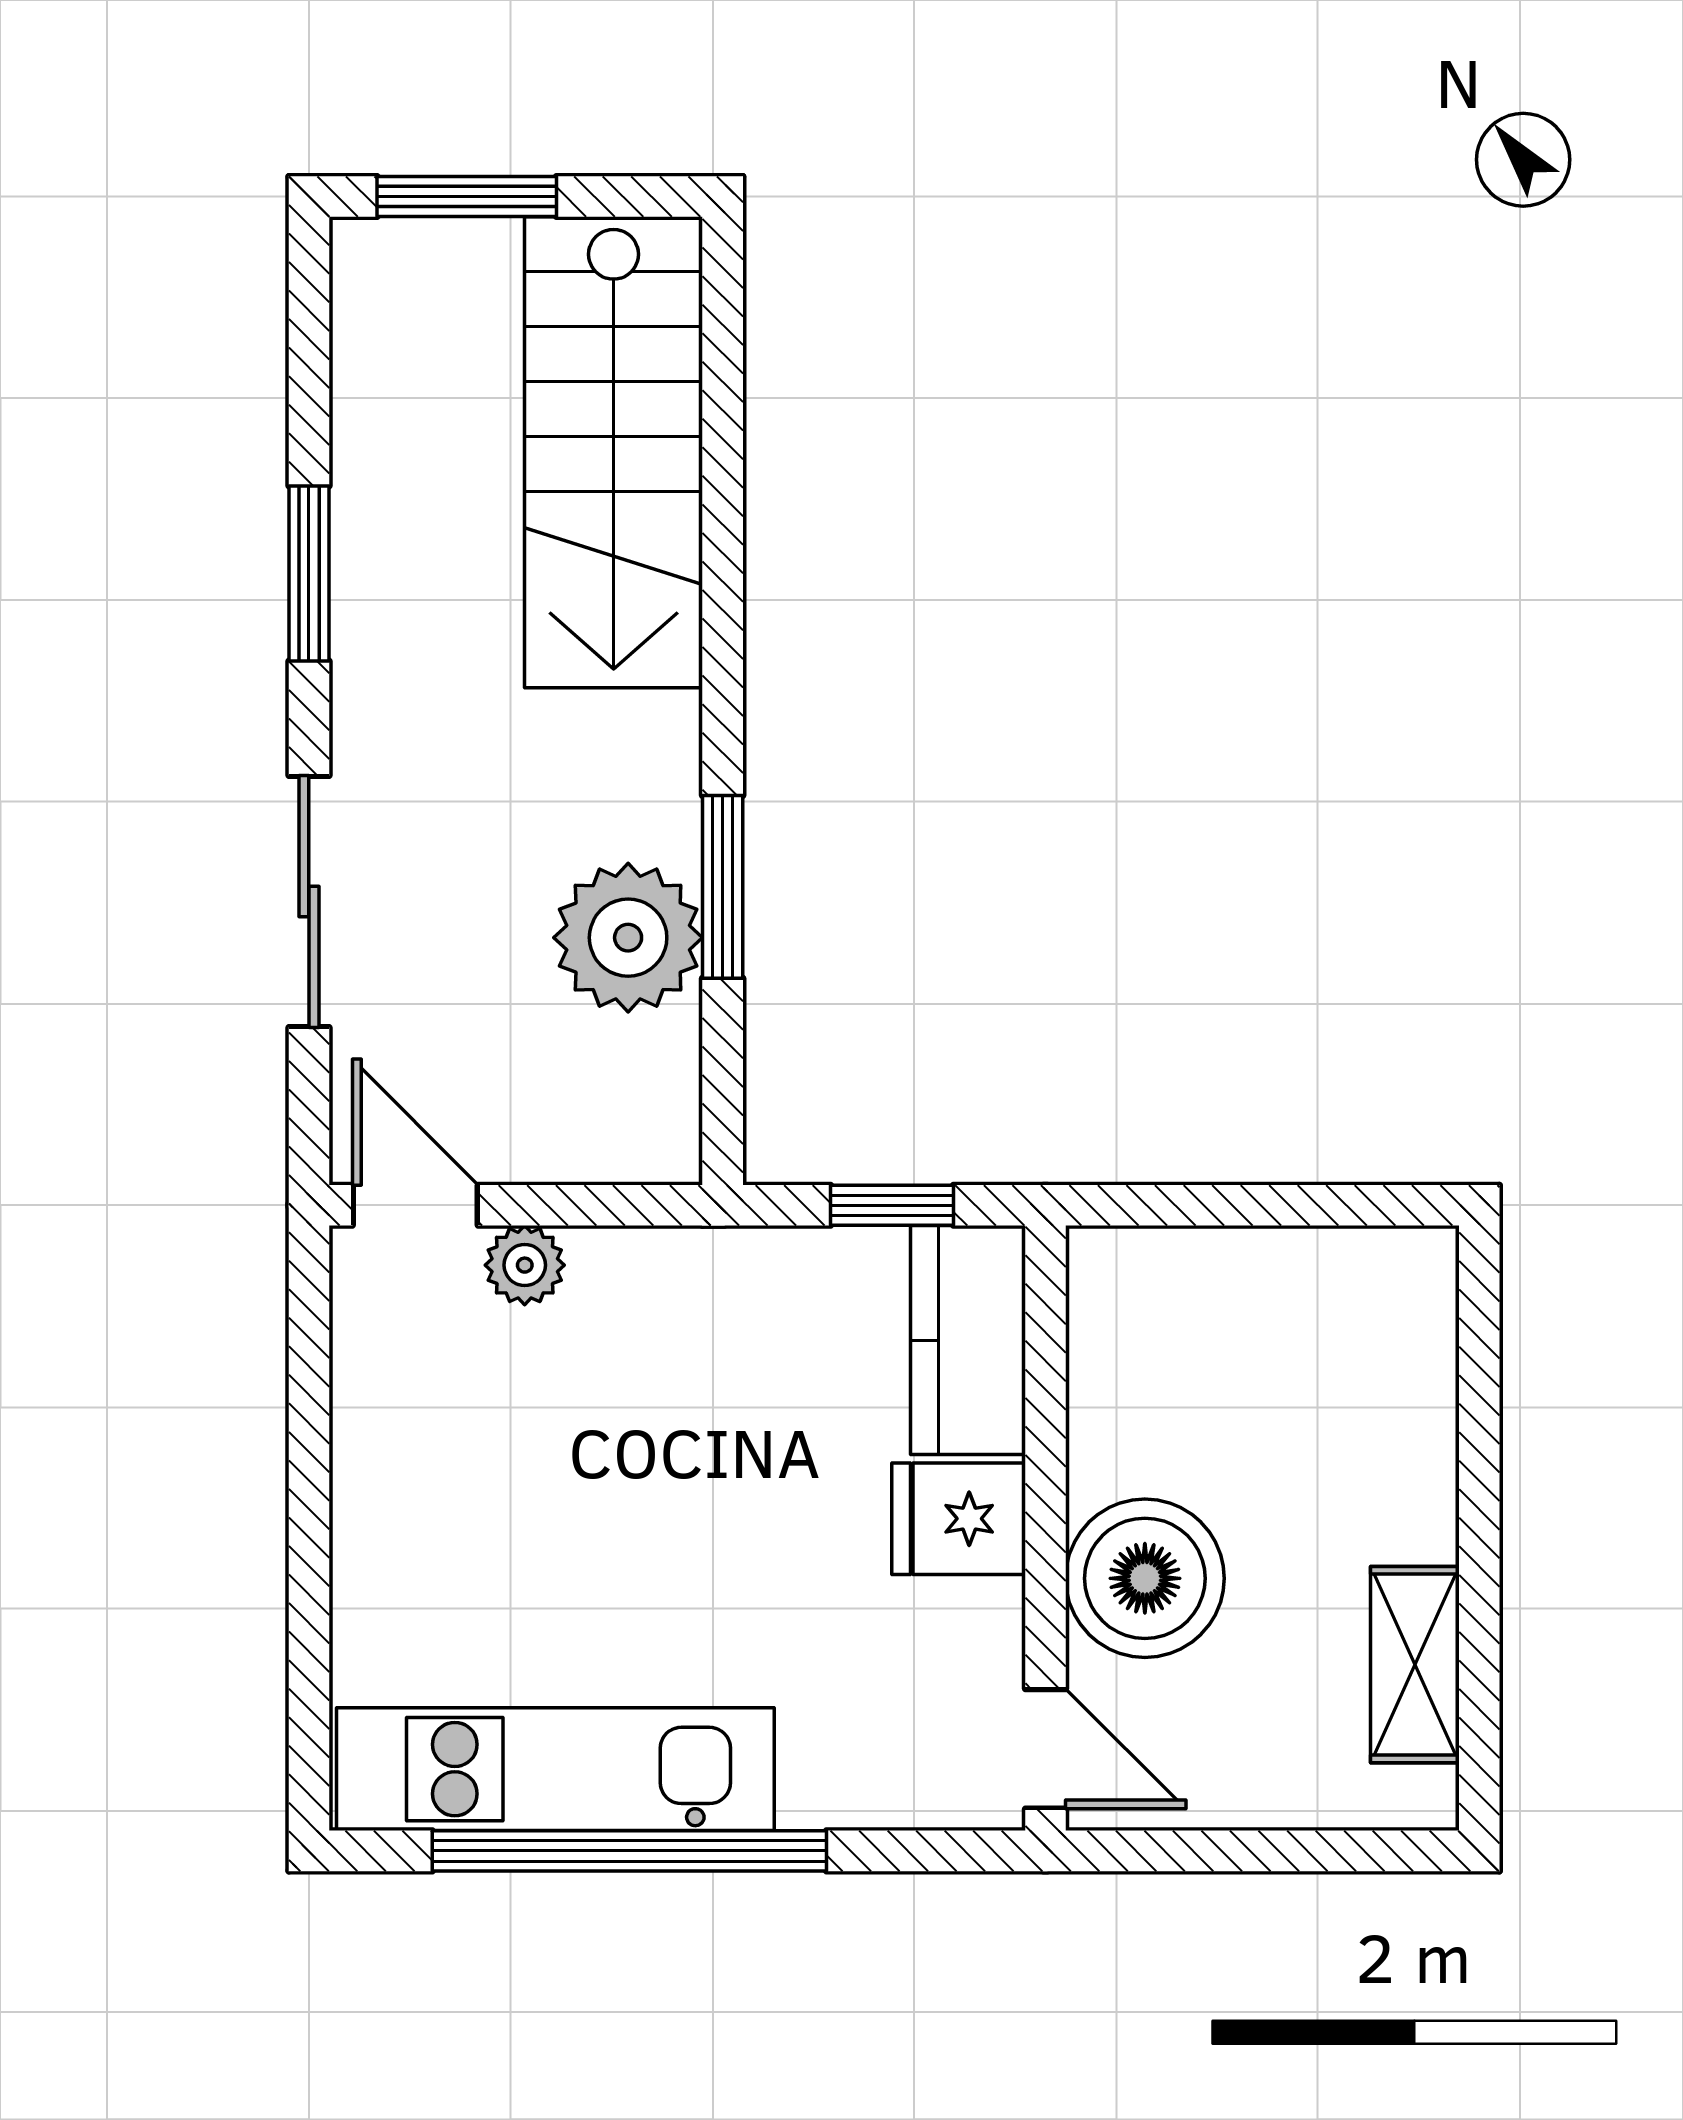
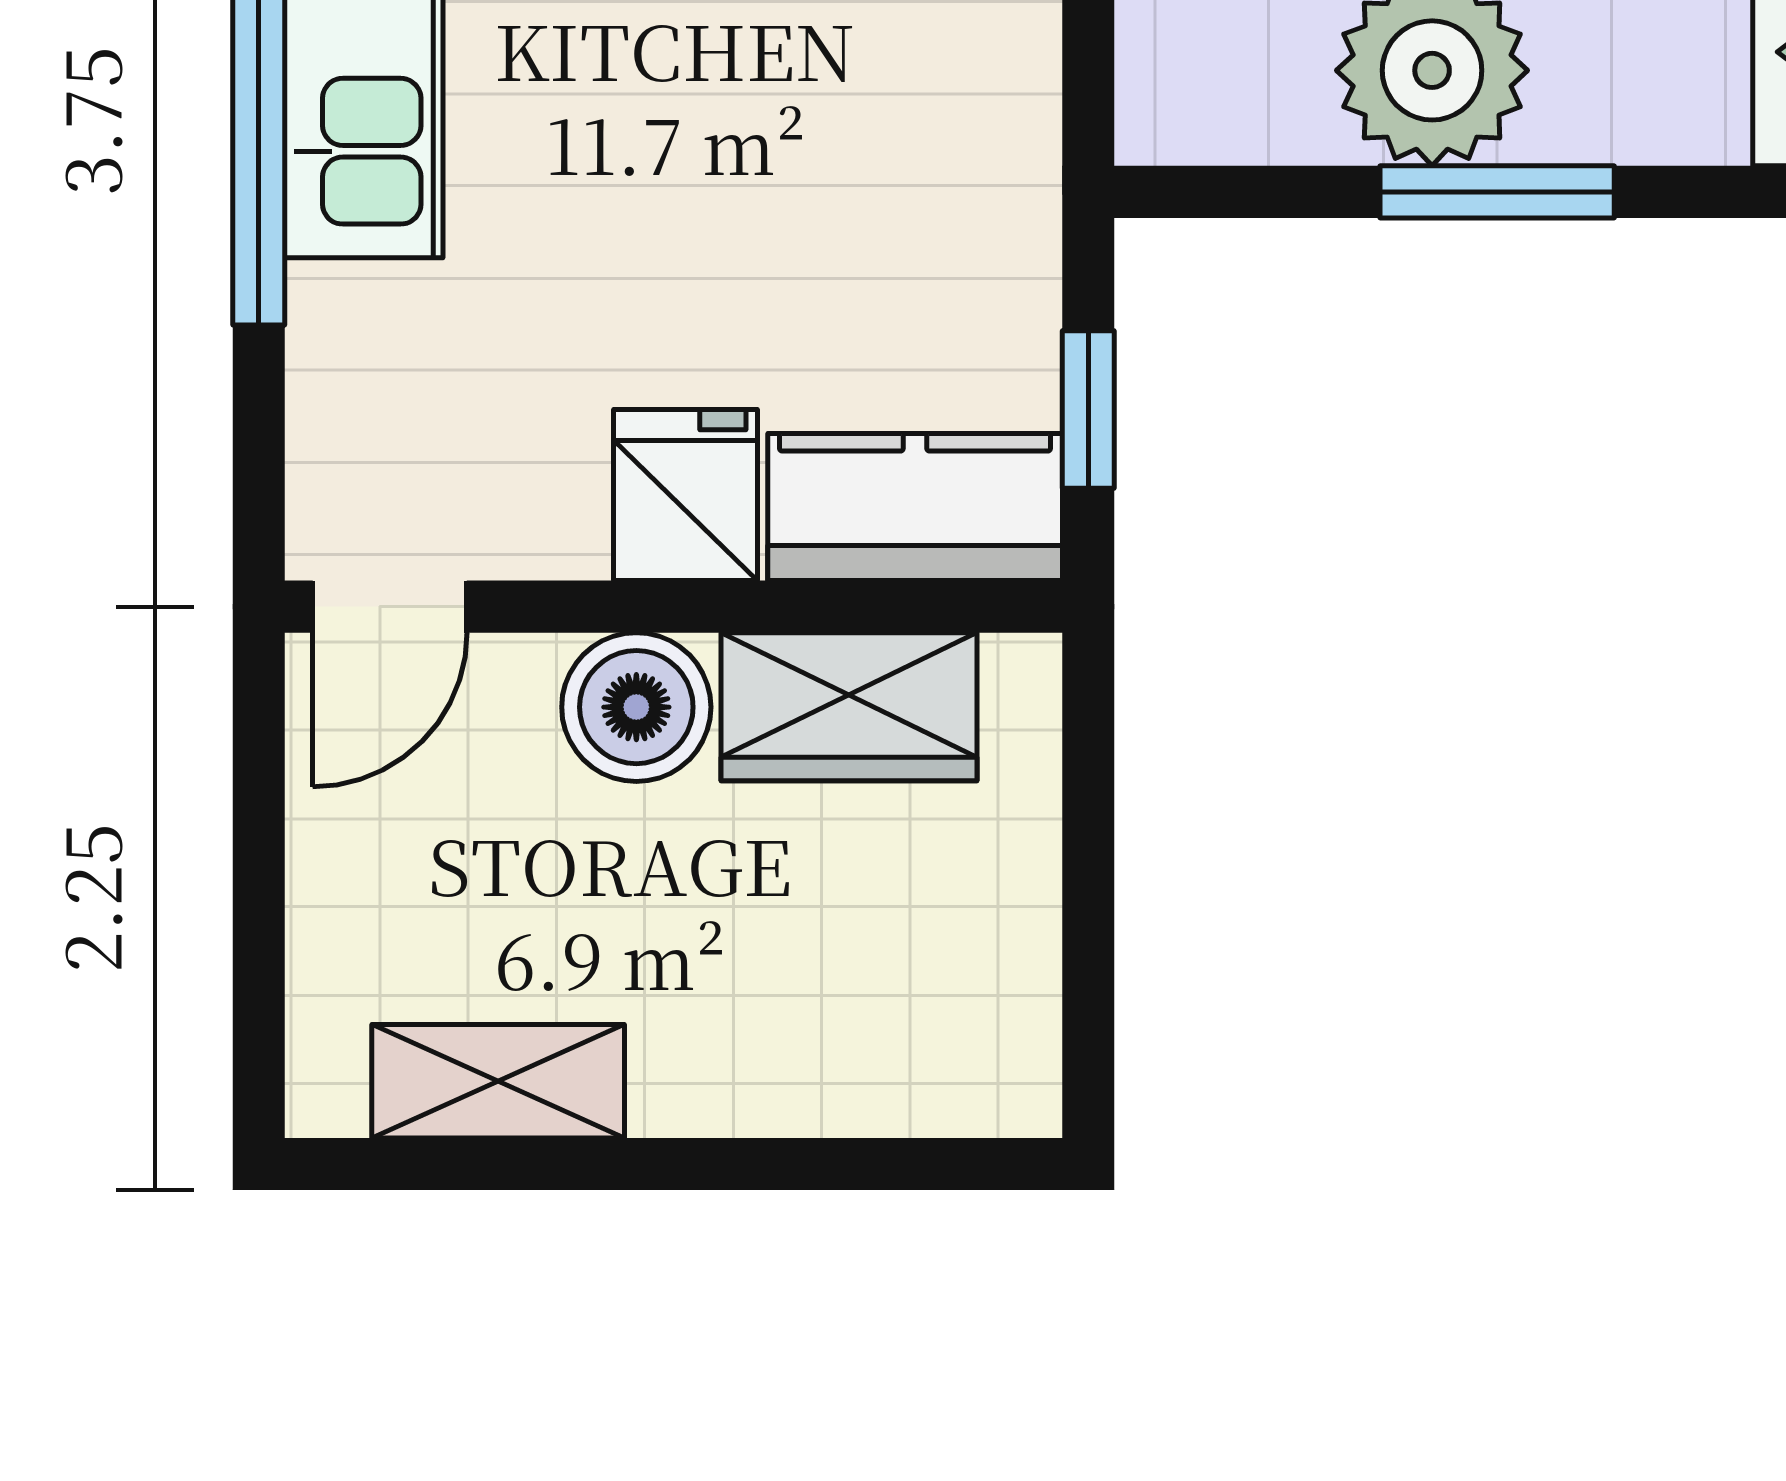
wardrobe: (1123, 1391) -> (849, 707), added
boiler: (1145, 1578) -> (636, 707), width x0.73, depth x0.73

